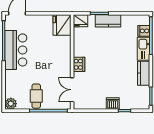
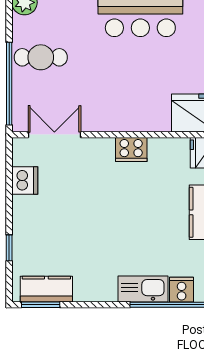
cooker: (79, 64) -> (131, 150), moved
kitchen counter: (144, 73) -> (46, 289), moved
dishwasher: (113, 103) -> (25, 181), moved

